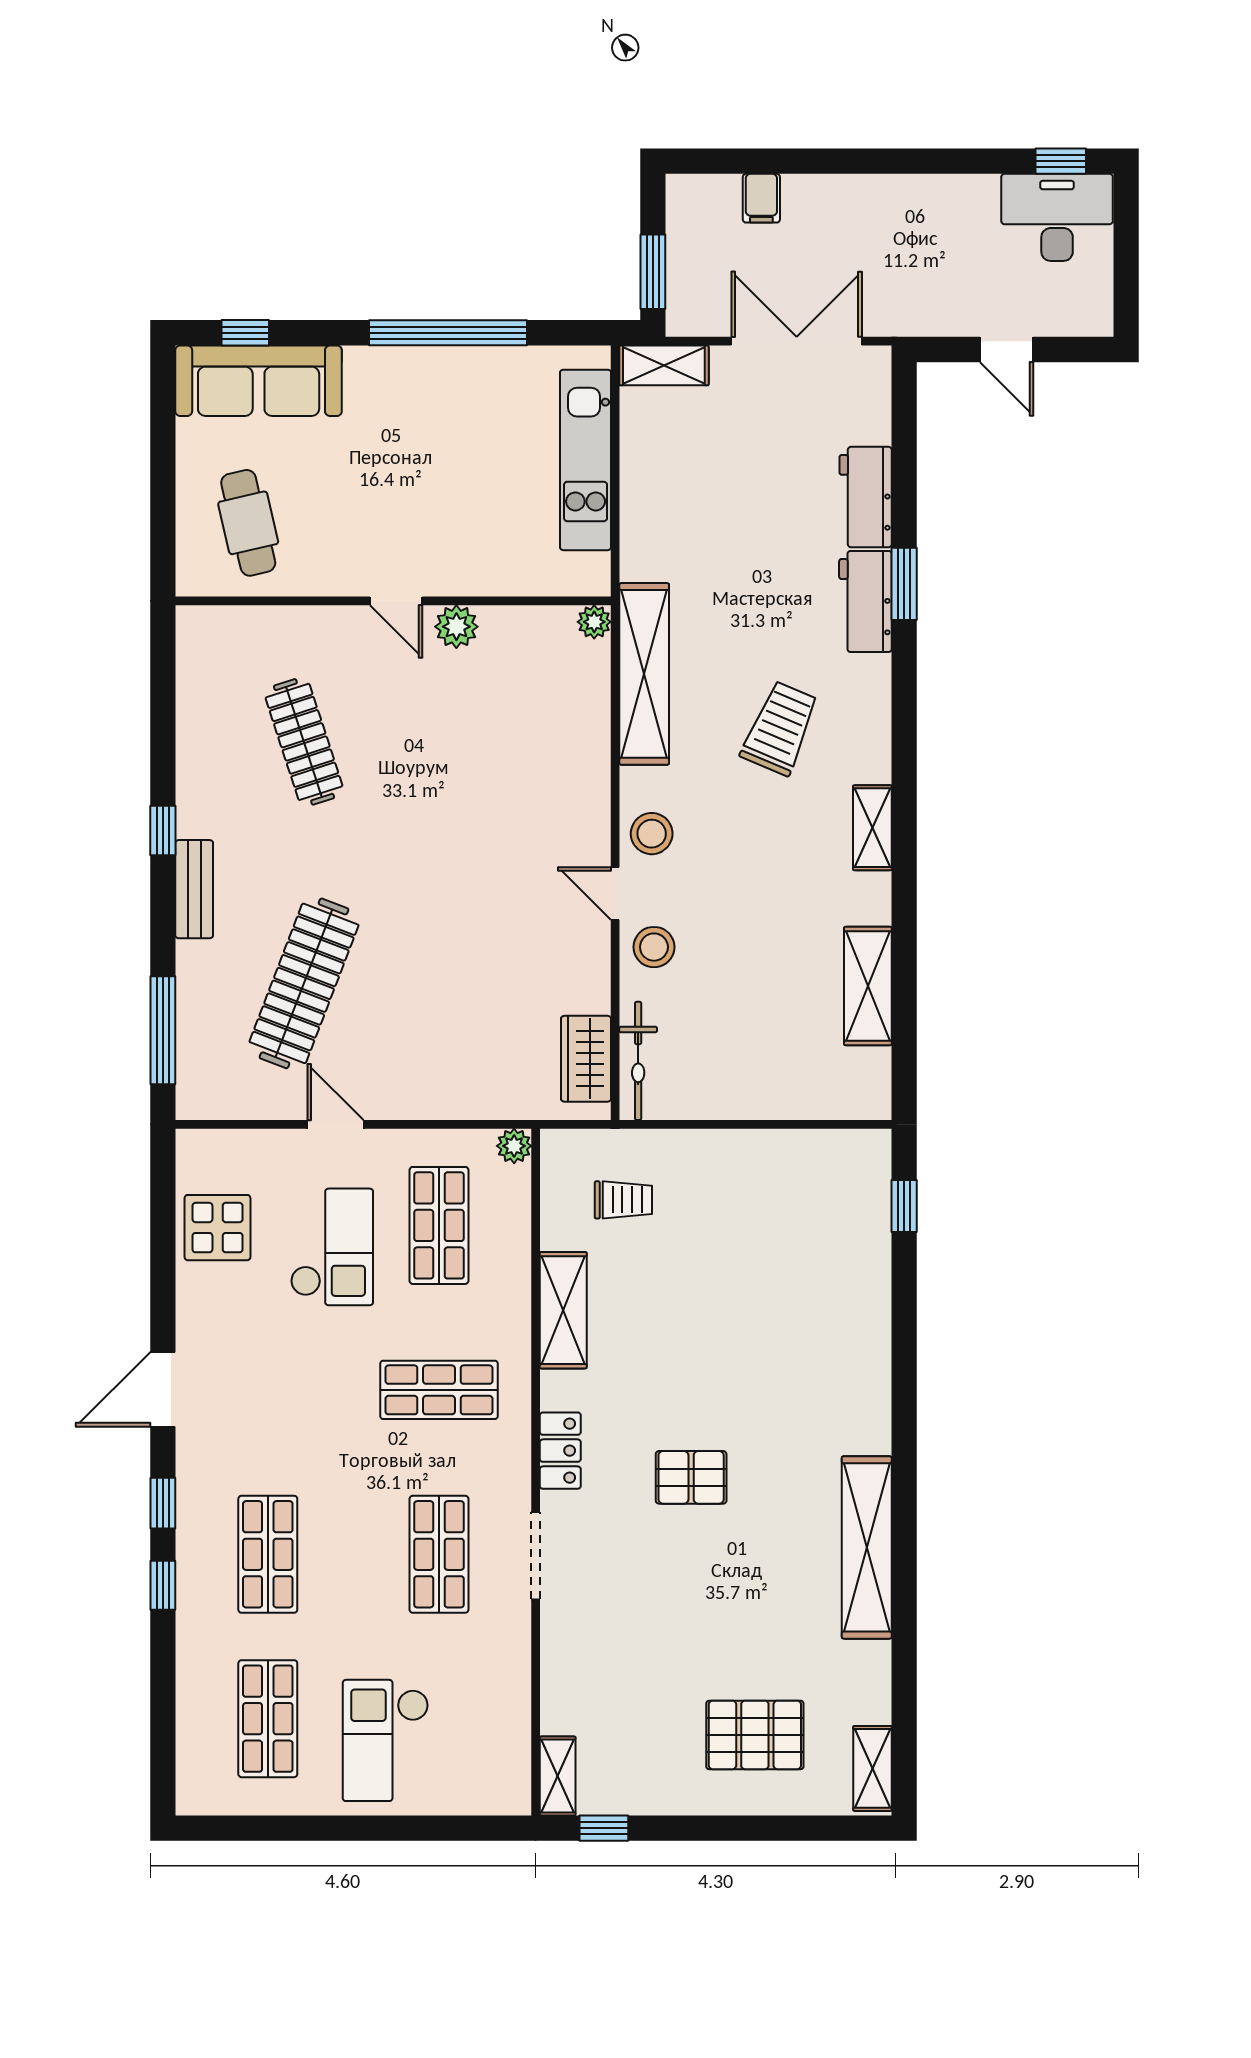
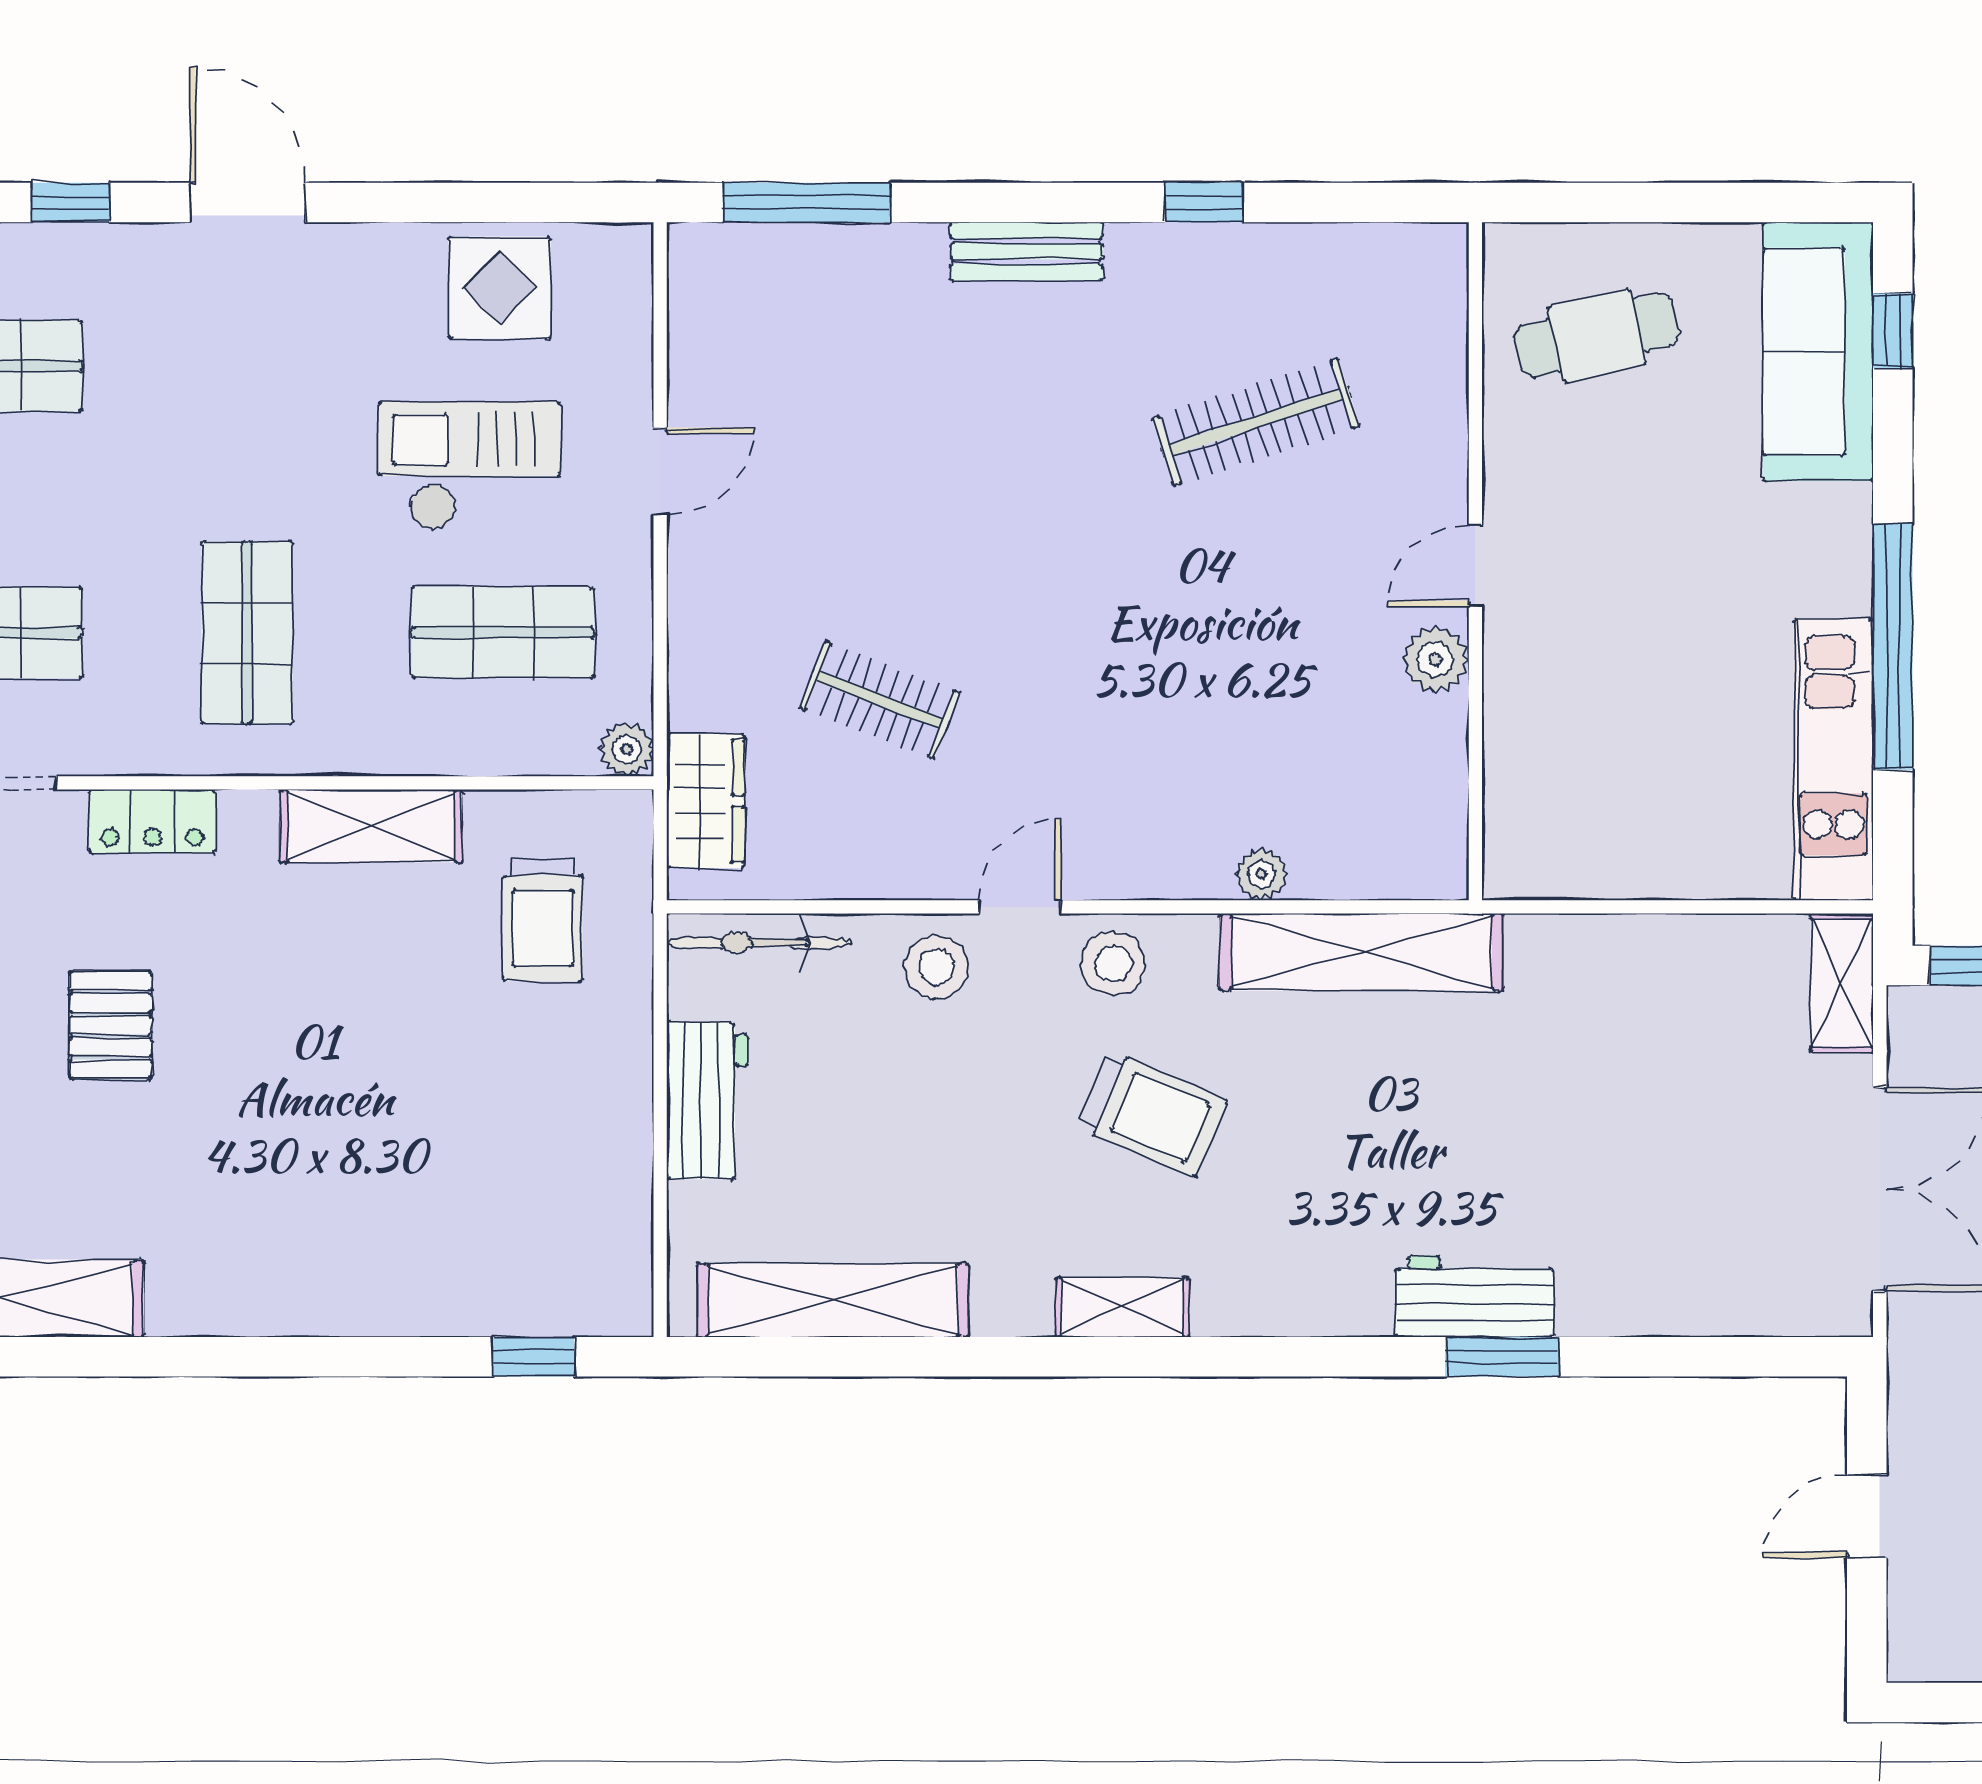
kitchen unit: (586, 460) -> (1834, 760), moved, turned -90
workbench: (866, 497) -> (707, 1101), moved, turned 90
plant: (594, 622) -> (1261, 874), moved
trolley: (780, 728) -> (1152, 1114), moved
window: (163, 830) -> (1204, 202), moved
clothes rail: (304, 983) -> (880, 700), moved, width x0.54, depth x0.76
shelving: (868, 986) -> (833, 1300), width x1.47
wardrobe: (586, 1059) -> (706, 801), moved, turned 90
trolley: (623, 1200) -> (543, 920), width x1.36, depth x1.39
checkout: (332, 1247) -> (469, 466), turned 180

